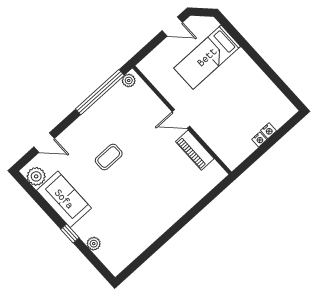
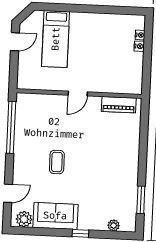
plant: (129, 81) -> (22, 102), removed
nightstand: (259, 139) -> (140, 35), moved
piano: (195, 150) -> (119, 105), moved
plant: (94, 244) -> (114, 225), moved
window: (146, 255) -> (141, 200), added

